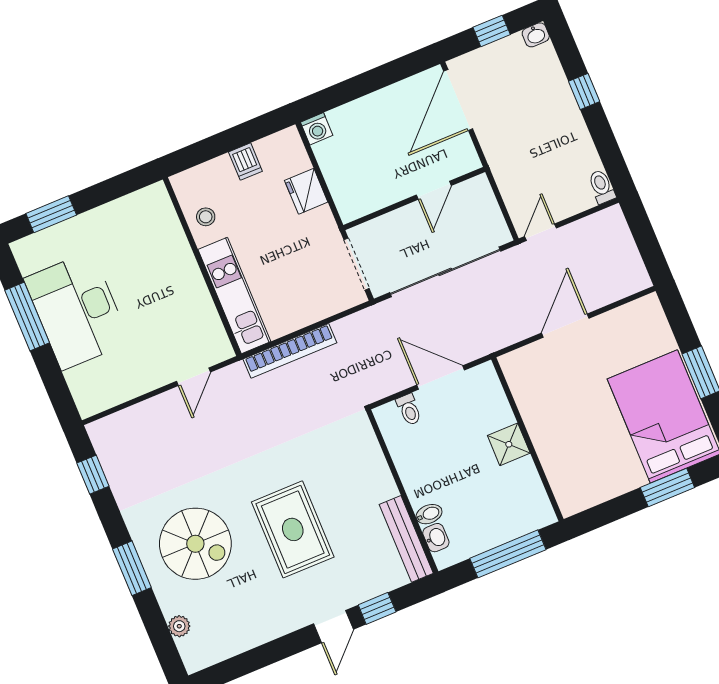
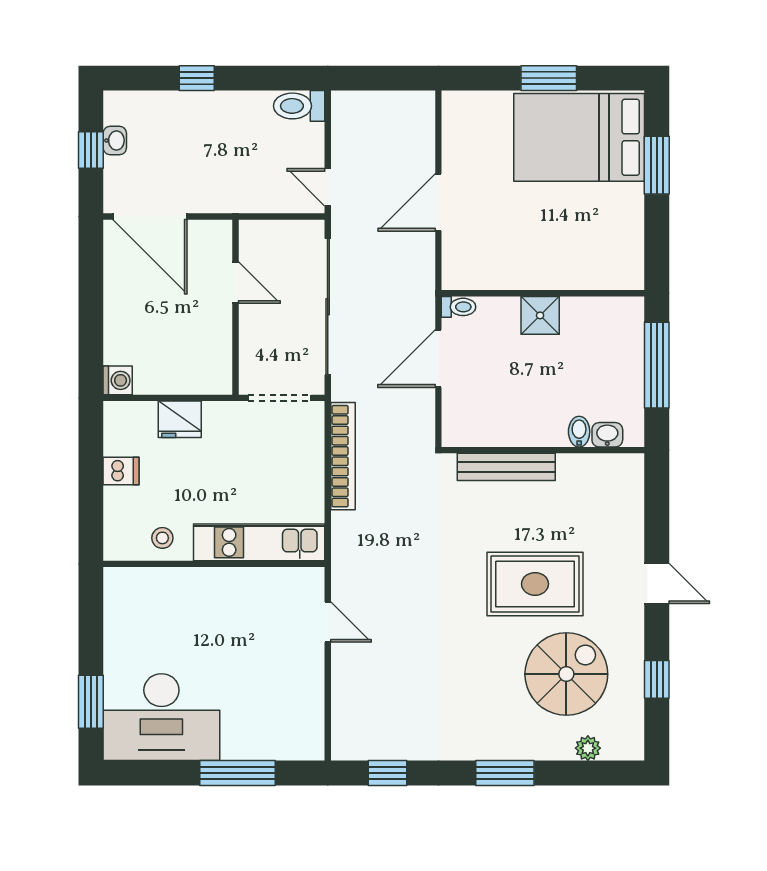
washbasin: (536, 35) -> (115, 140), moved
toilet: (602, 187) -> (299, 106), width x1.37, depth x1.39
desk: (77, 310) -> (161, 717), moved
window: (27, 317) -> (237, 773), moved
door: (565, 326) -> (438, 202), hinge flipped
bookcase: (290, 351) -> (343, 456), moved
toilet: (409, 410) -> (459, 307), moved
bench: (406, 539) -> (506, 467), moved
spiral stairs: (195, 544) -> (566, 674), moved
window: (377, 608) -> (657, 679), moved

